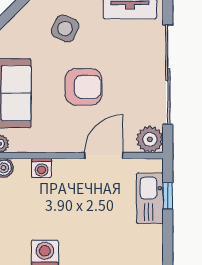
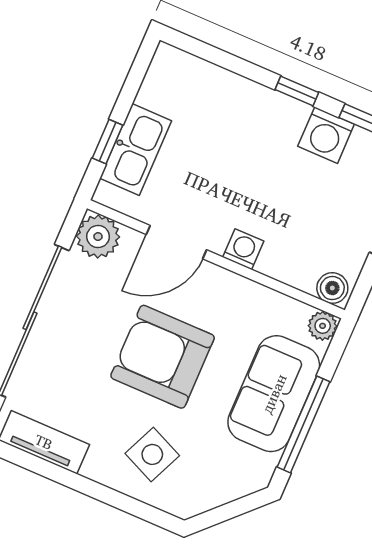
armchair: (83, 87) -> (163, 357), width x1.36, depth x1.36
washing machine: (42, 168) -> (243, 249), moved

